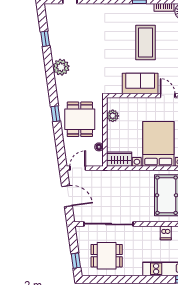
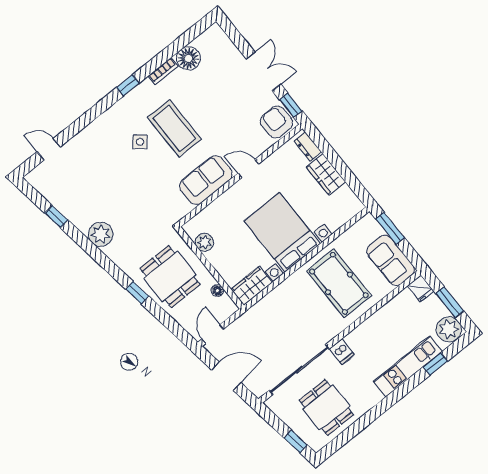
side table: (122, 35) -> (140, 142), added
dishwasher: (166, 233) -> (342, 352), moved
dining table: (107, 256) -> (326, 408), turned 90

